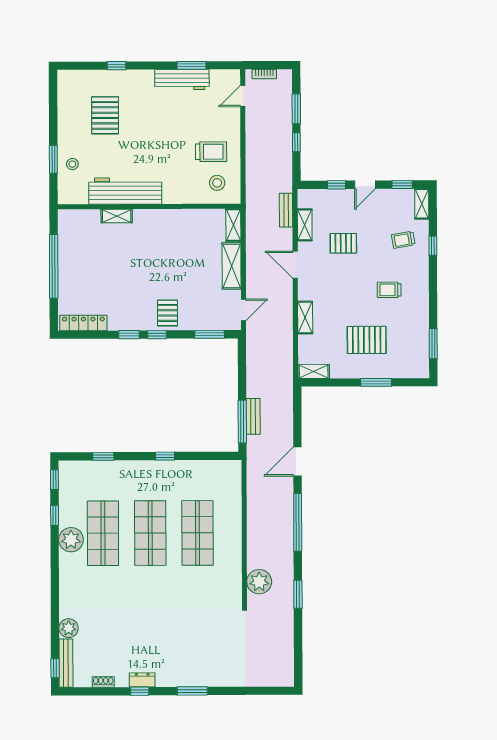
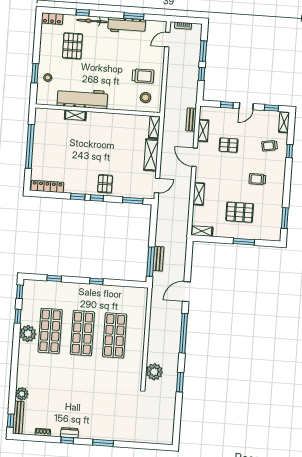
bicycle: (131, 77) -> (92, 21), added
locker: (73, 78) -> (52, 19), added

